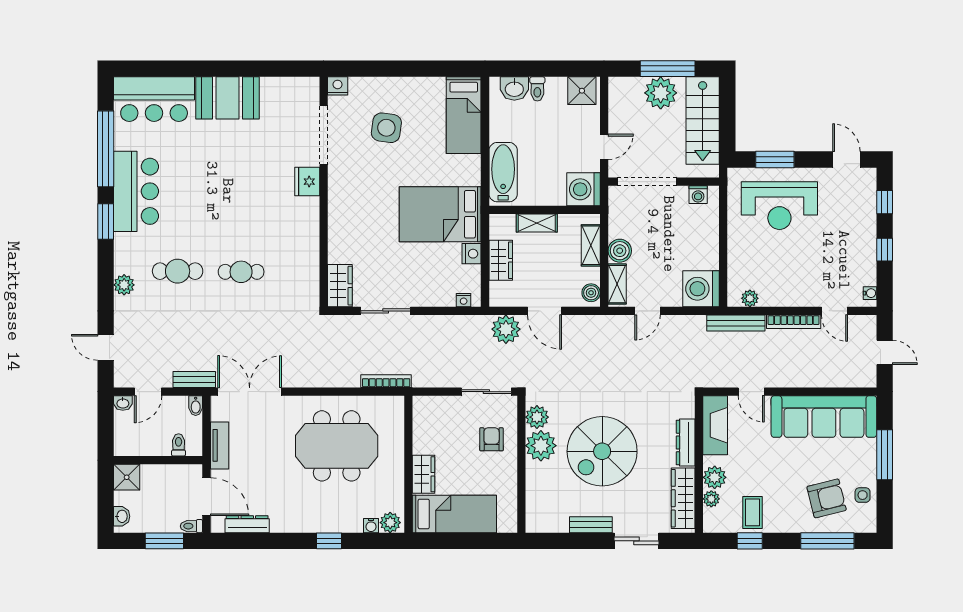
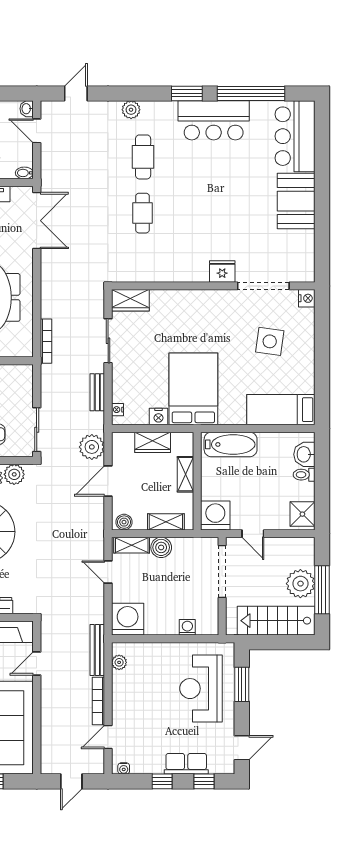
washing machine: (698, 195) -> (187, 627), moved, turned 90
row of seats: (865, 222) -> (186, 764), added
bench: (194, 379) -> (97, 392), moved

